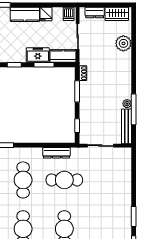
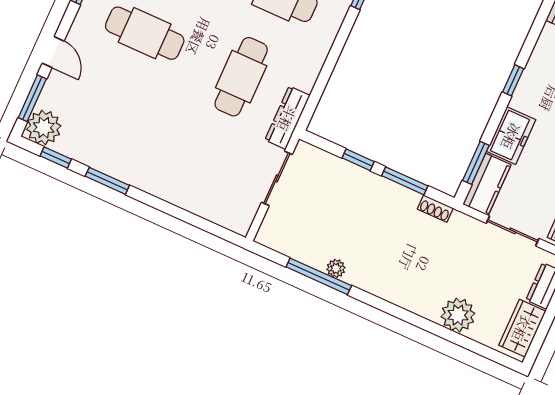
window: (44, 65) -> (476, 163), moved
window: (77, 126) -> (358, 160), moved
bench: (126, 126) -> (292, 247), removed
dresser: (56, 153) -> (287, 118), moved

